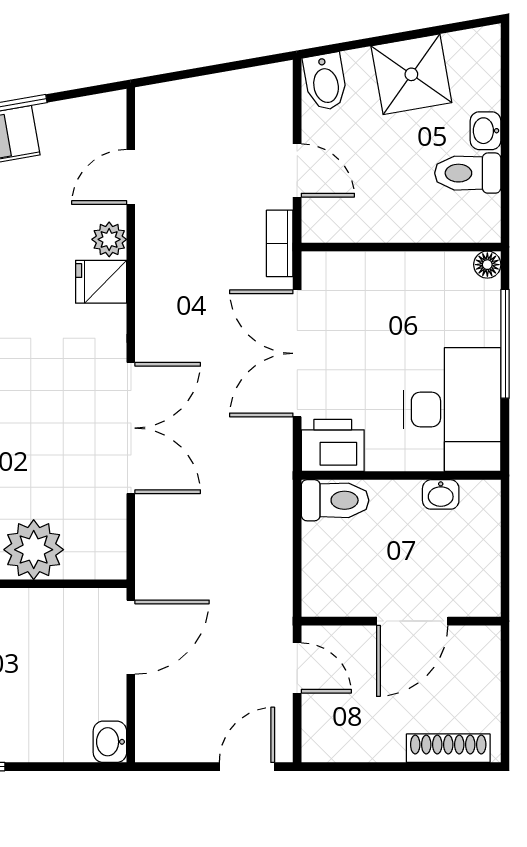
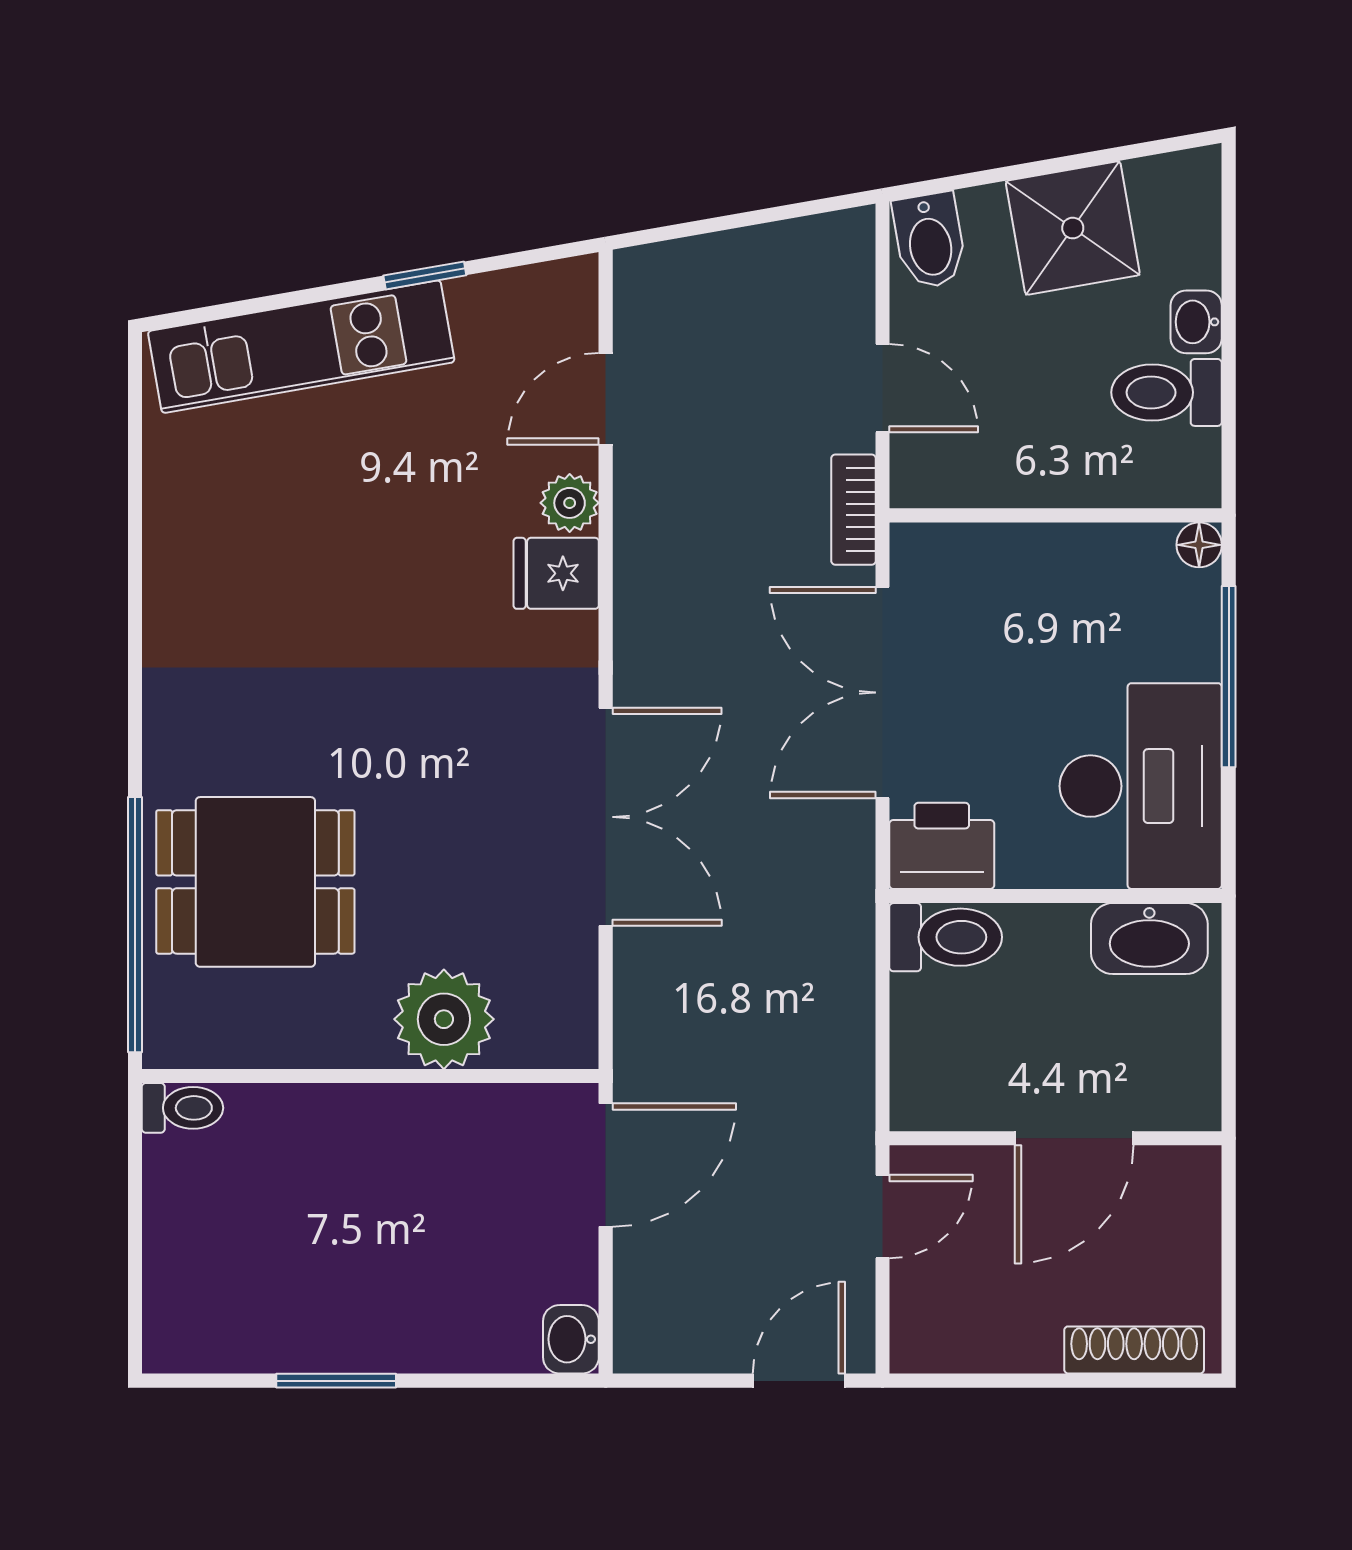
washbasin: (441, 494) -> (1149, 939), width x1.91, depth x1.45
door: (297, 668) -> (883, 1216), hinge flipped

